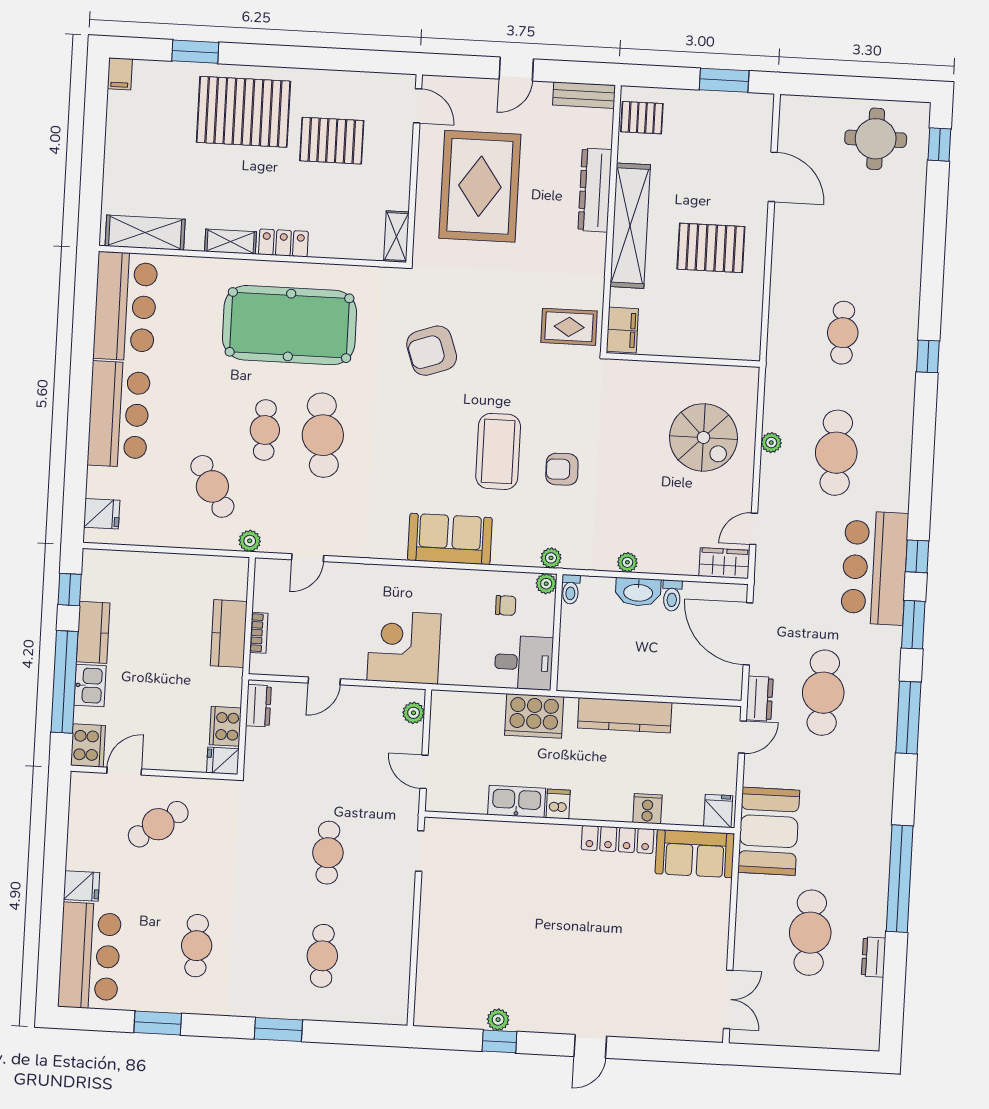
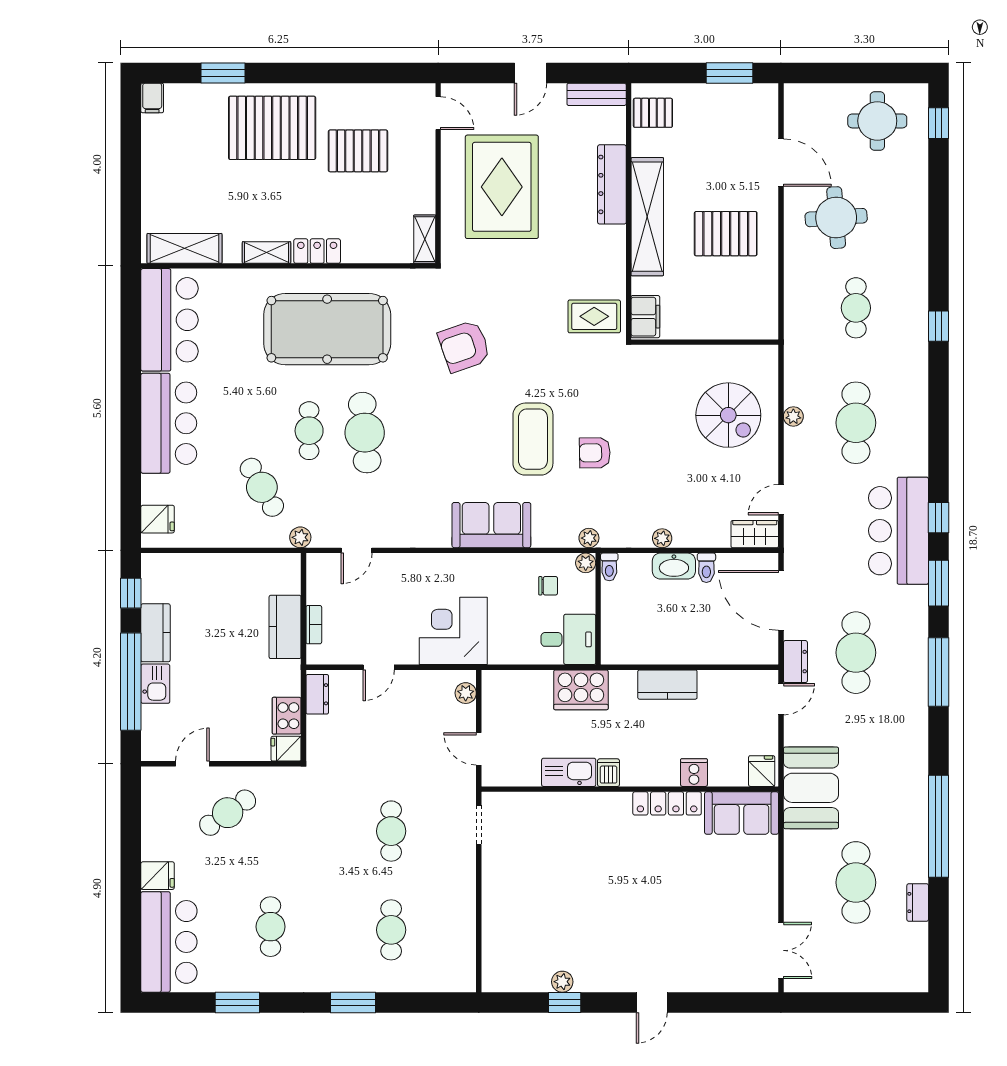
round table: (827, 237) -> (836, 218), added
kitchen counter: (625, 715) -> (667, 685), width x0.67
cooker: (88, 745) -> (156, 741), removed

